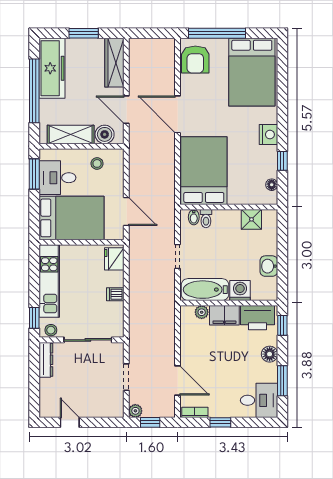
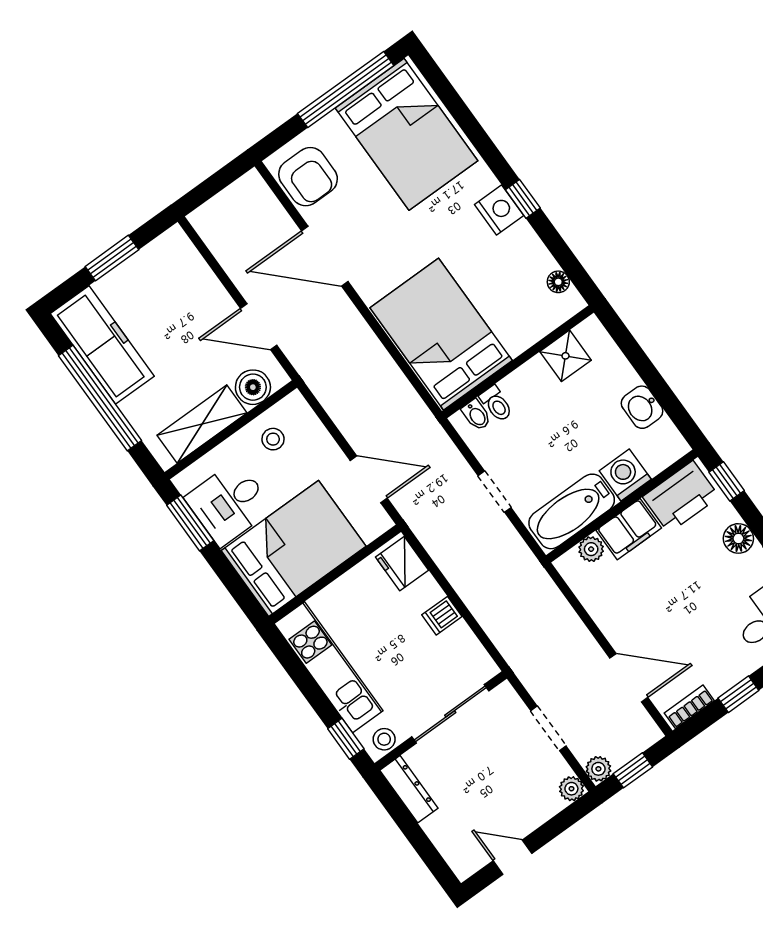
window: (217, 33) -> (346, 89), moved
wardrobe: (114, 63) -> (190, 269), removed
door: (178, 114) -> (325, 256), moved
window: (282, 161) -> (523, 199), moved
plant: (117, 411) -> (571, 789), added

